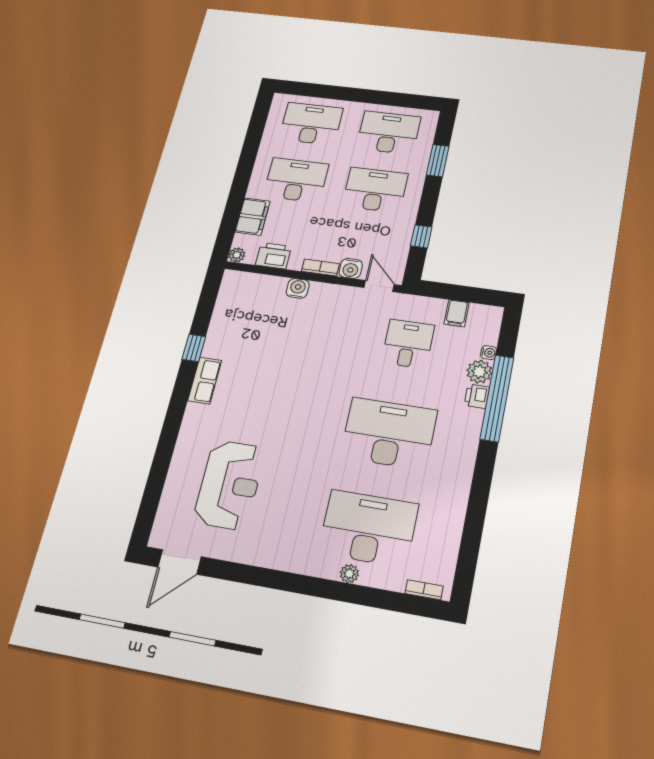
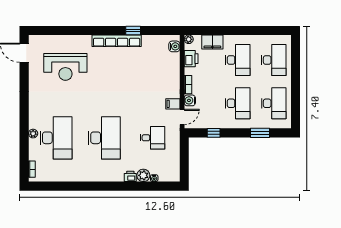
water cooler: (298, 288) -> (174, 46), moved
filing cabinet: (457, 313) -> (173, 104), moved
row of seats: (205, 381) -> (117, 41), width x2.02
window: (497, 398) -> (131, 186), removed

